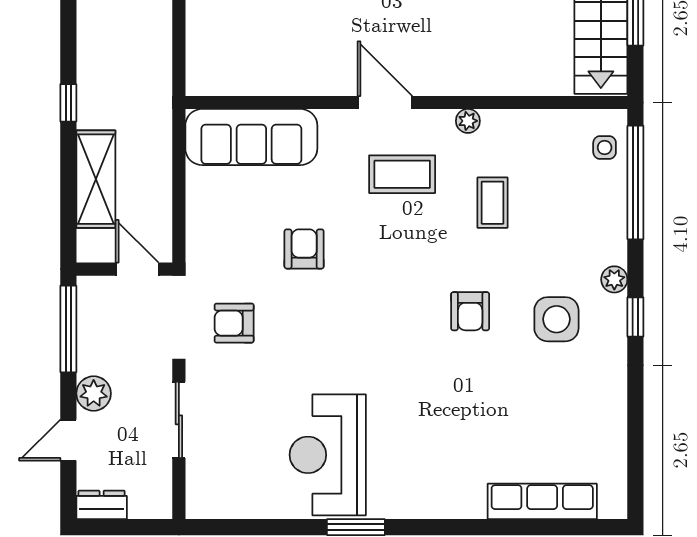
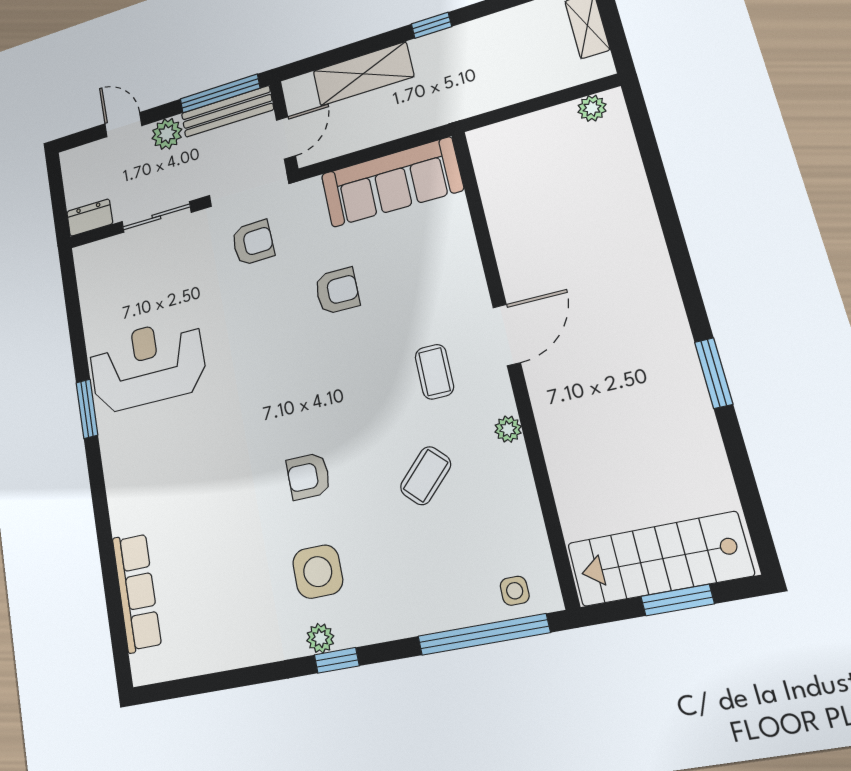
sofa: (251, 137) -> (391, 182), moved, turned -90
coffee table: (402, 174) -> (434, 372), width x0.73, depth x0.77
coffee table: (492, 203) -> (426, 476), turned -45
plant: (614, 279) -> (320, 638), moved
armchair: (234, 323) -> (253, 243), turned 88
bench: (90, 325) -> (227, 111), added
dresser: (102, 505) -> (90, 218), moved, turned -90

